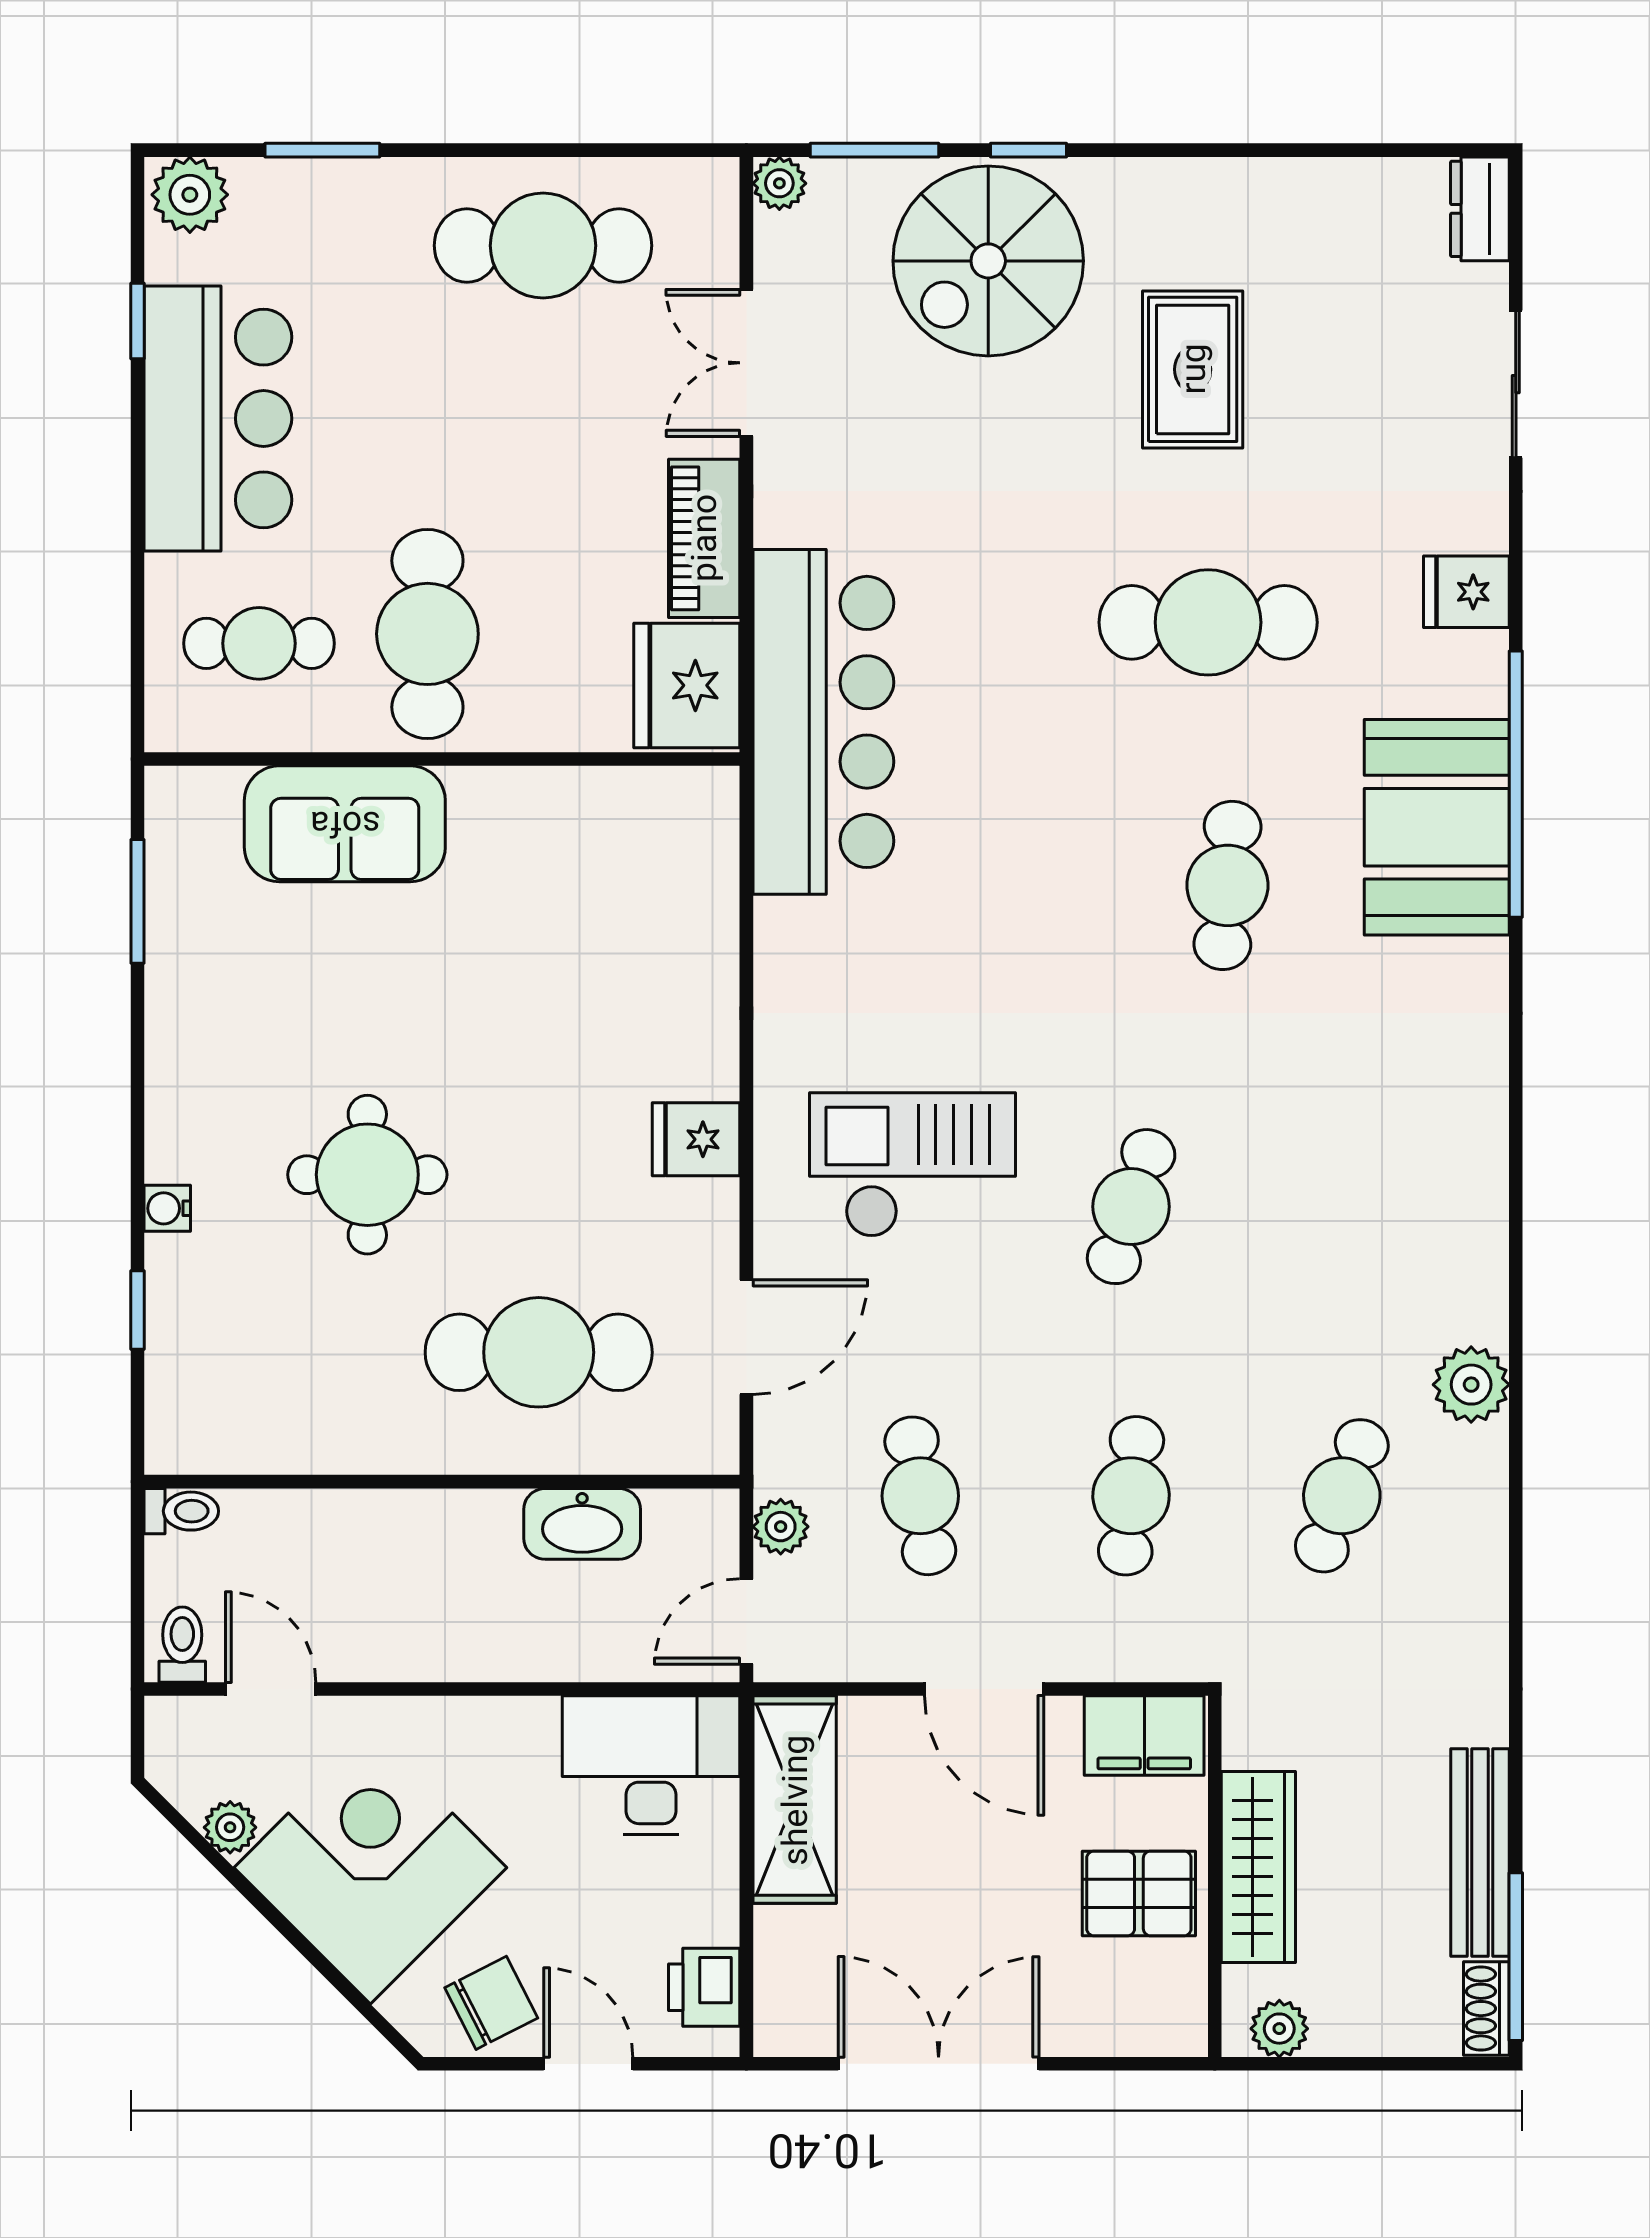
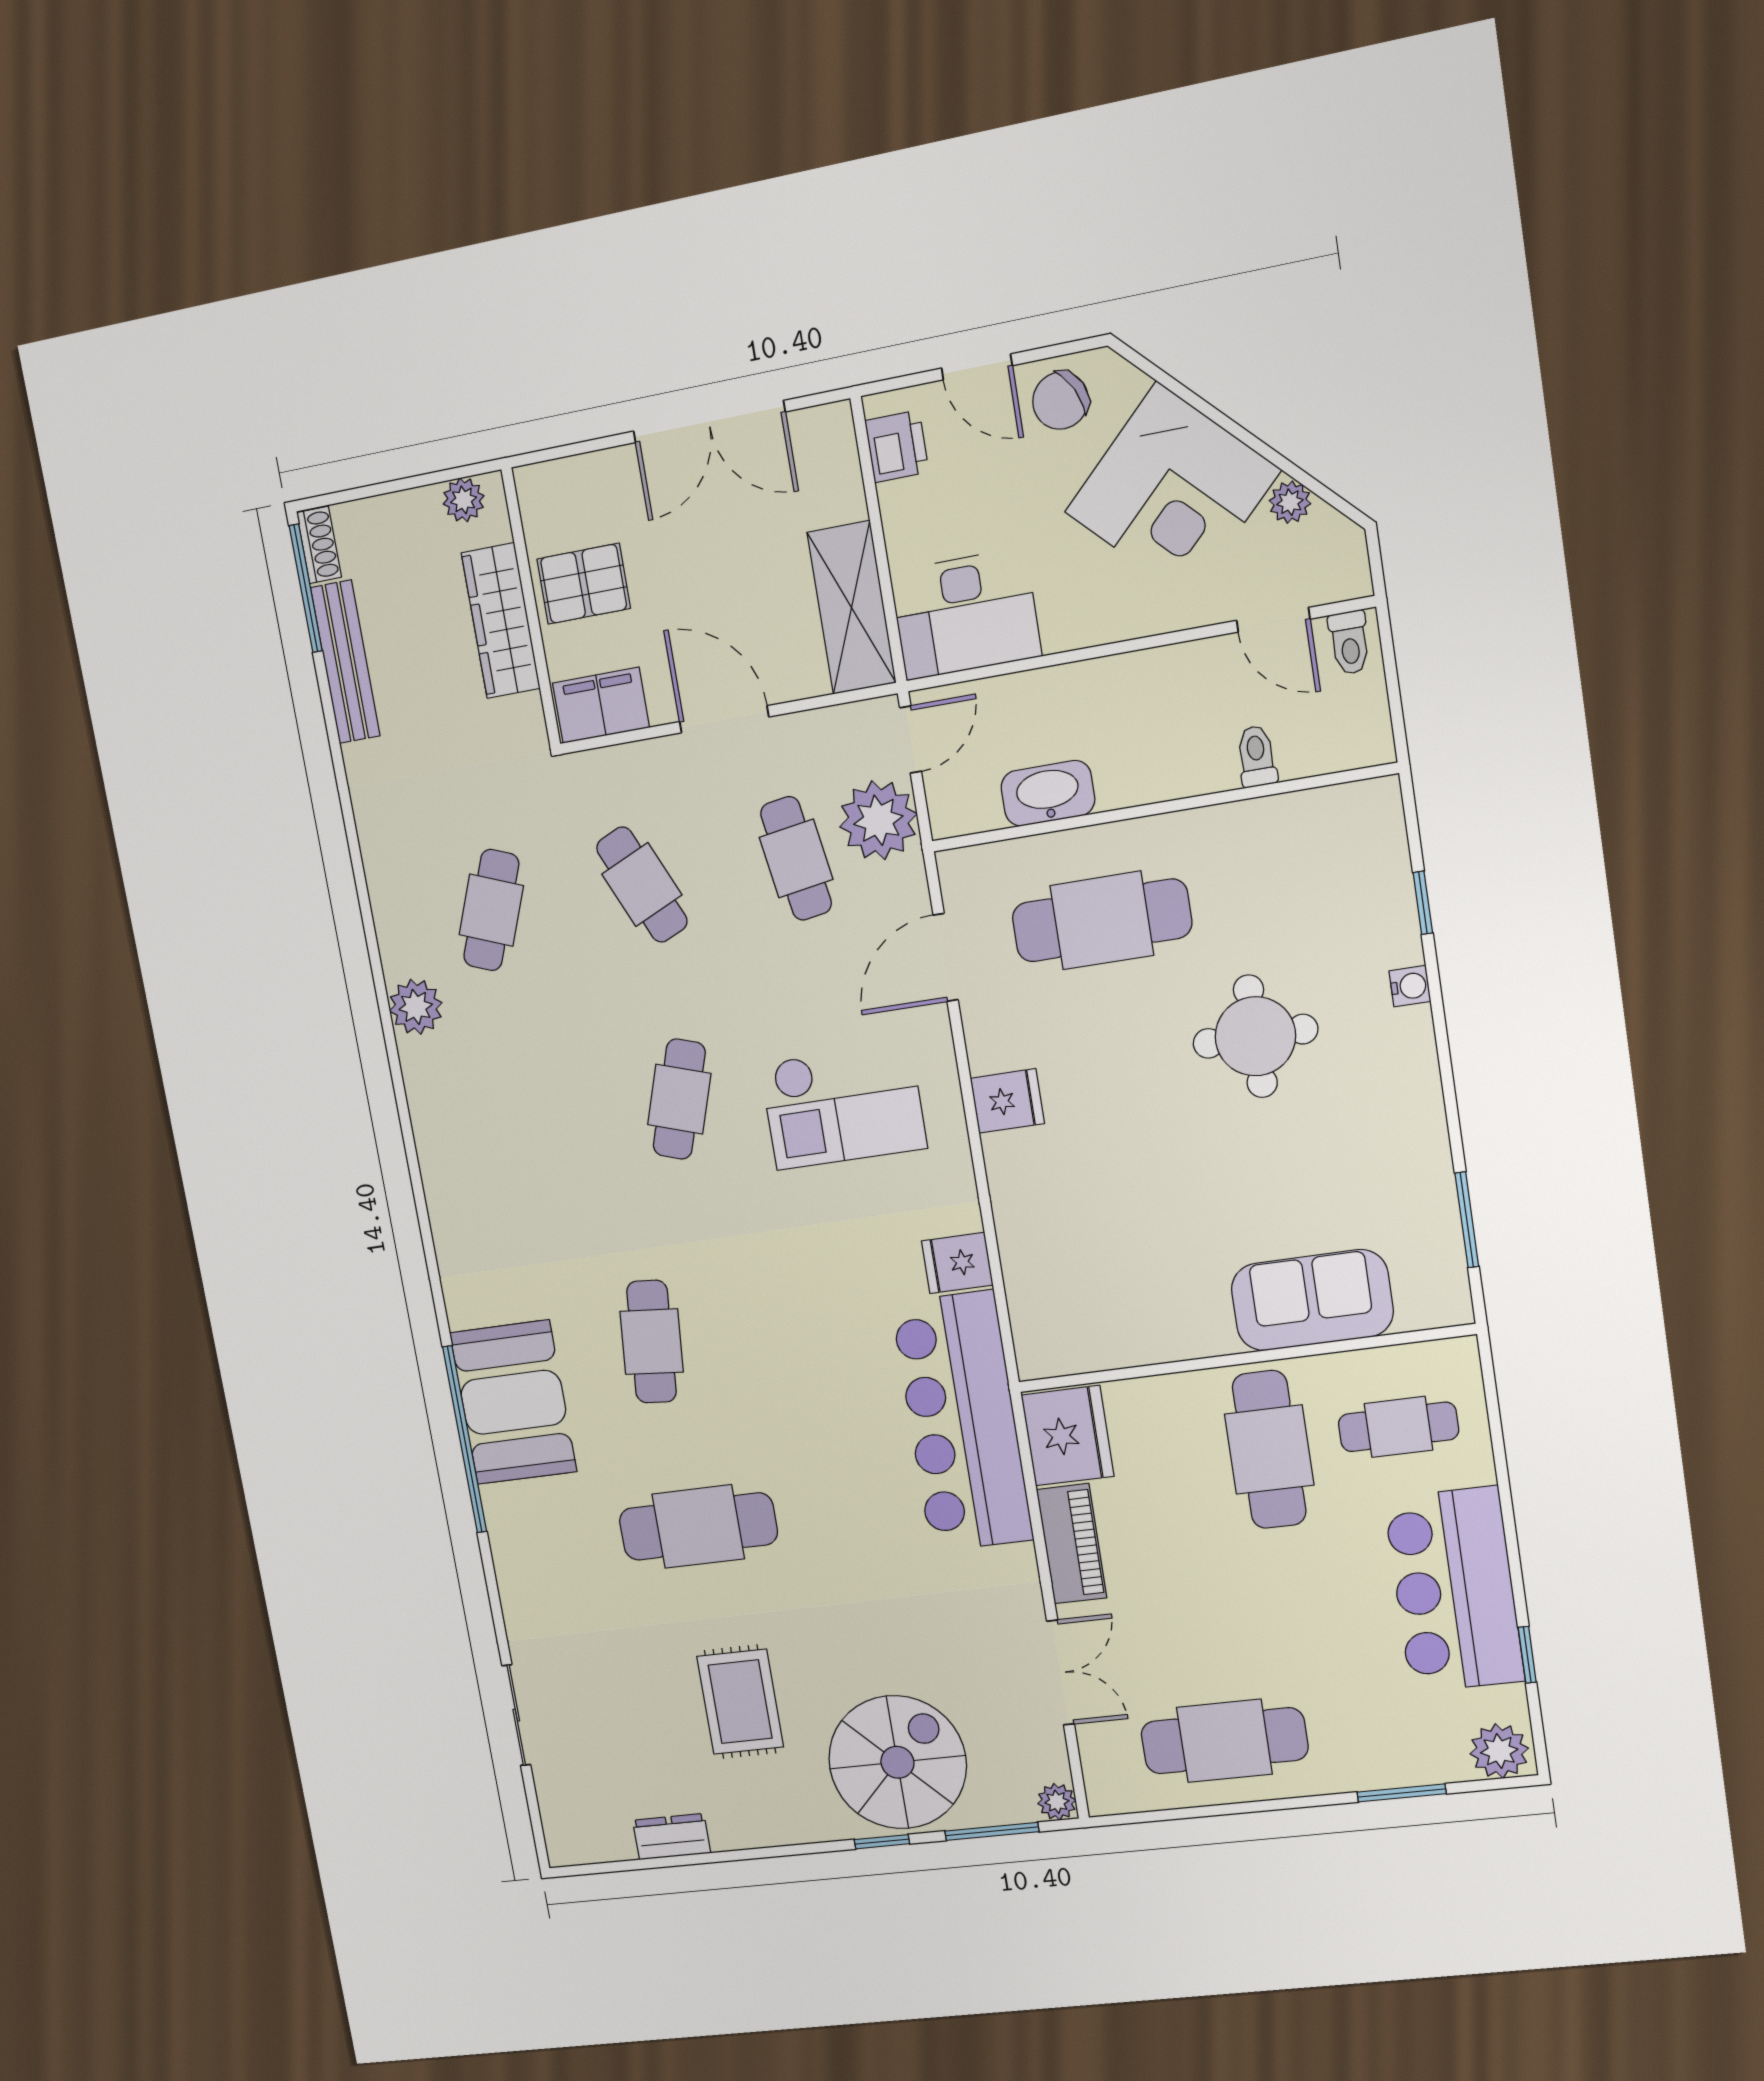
dresser: (1480, 209) -> (672, 1837), moved, turned -90
fridge: (1466, 592) -> (957, 1263), moved, turned 180
cafe table: (1131, 1496) -> (642, 885), turned -30
toilet: (181, 1511) -> (1257, 756), moved, turned 90
plant: (781, 1527) -> (878, 820), width x1.88, depth x1.88

